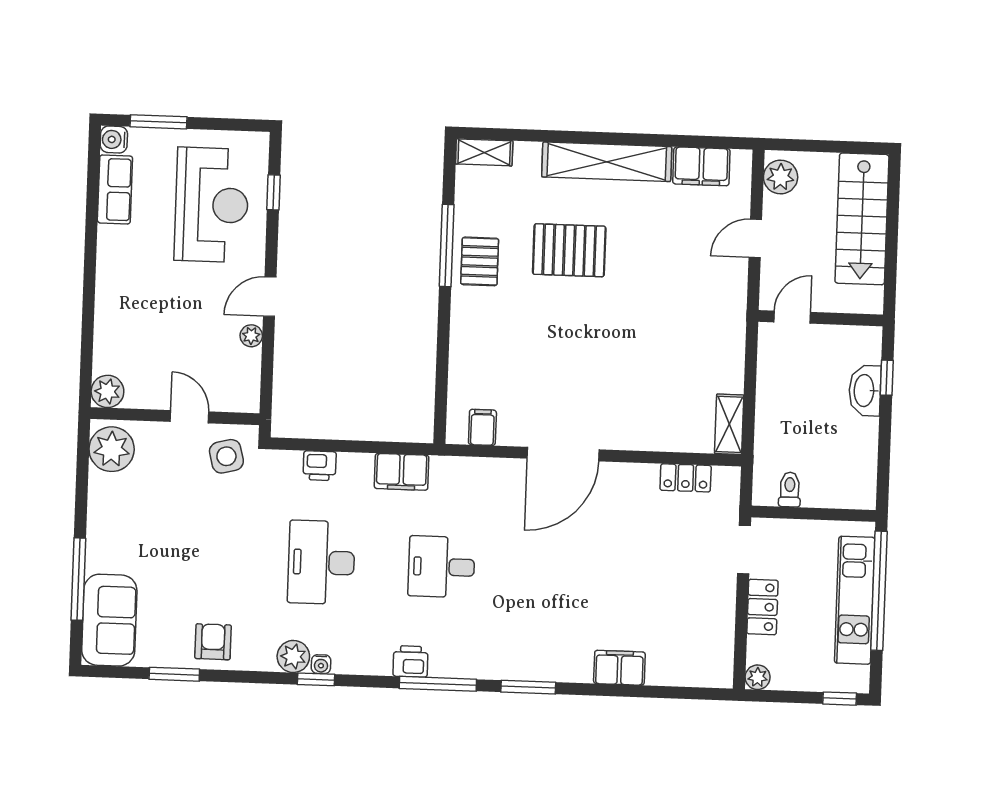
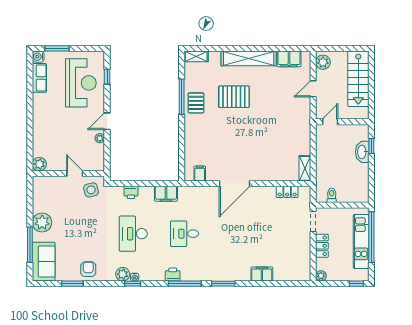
plant: (112, 449) -> (42, 222), moved

